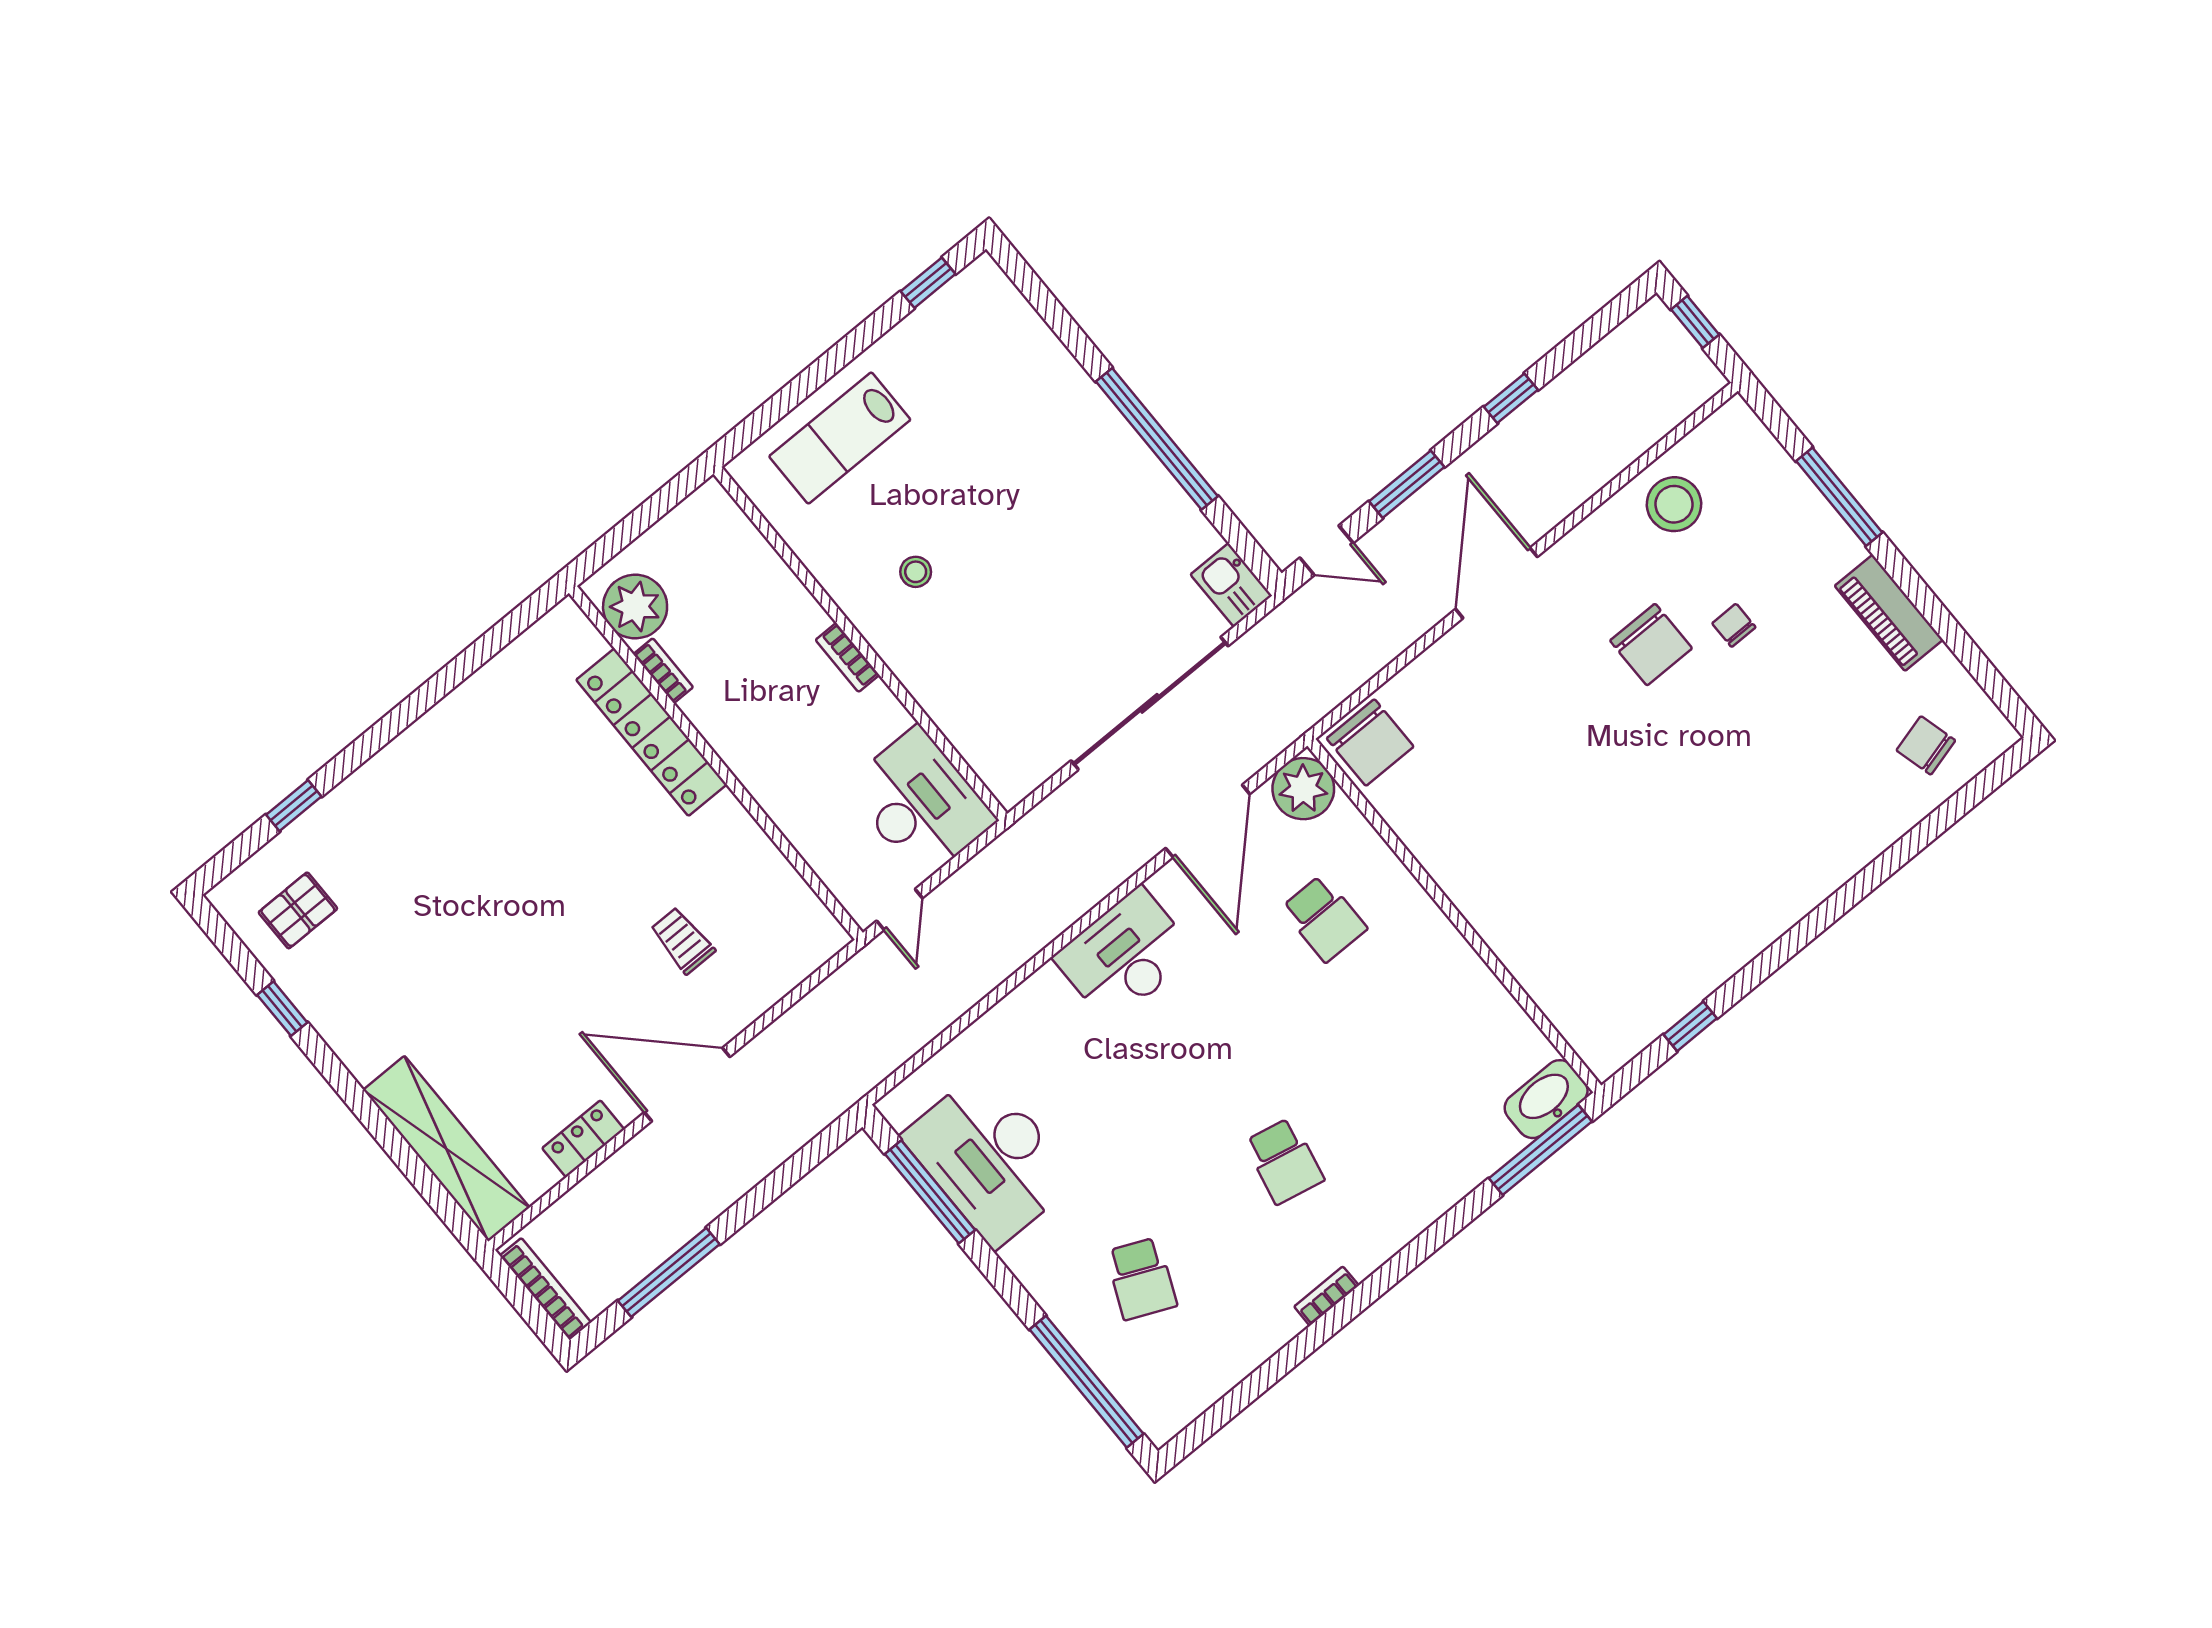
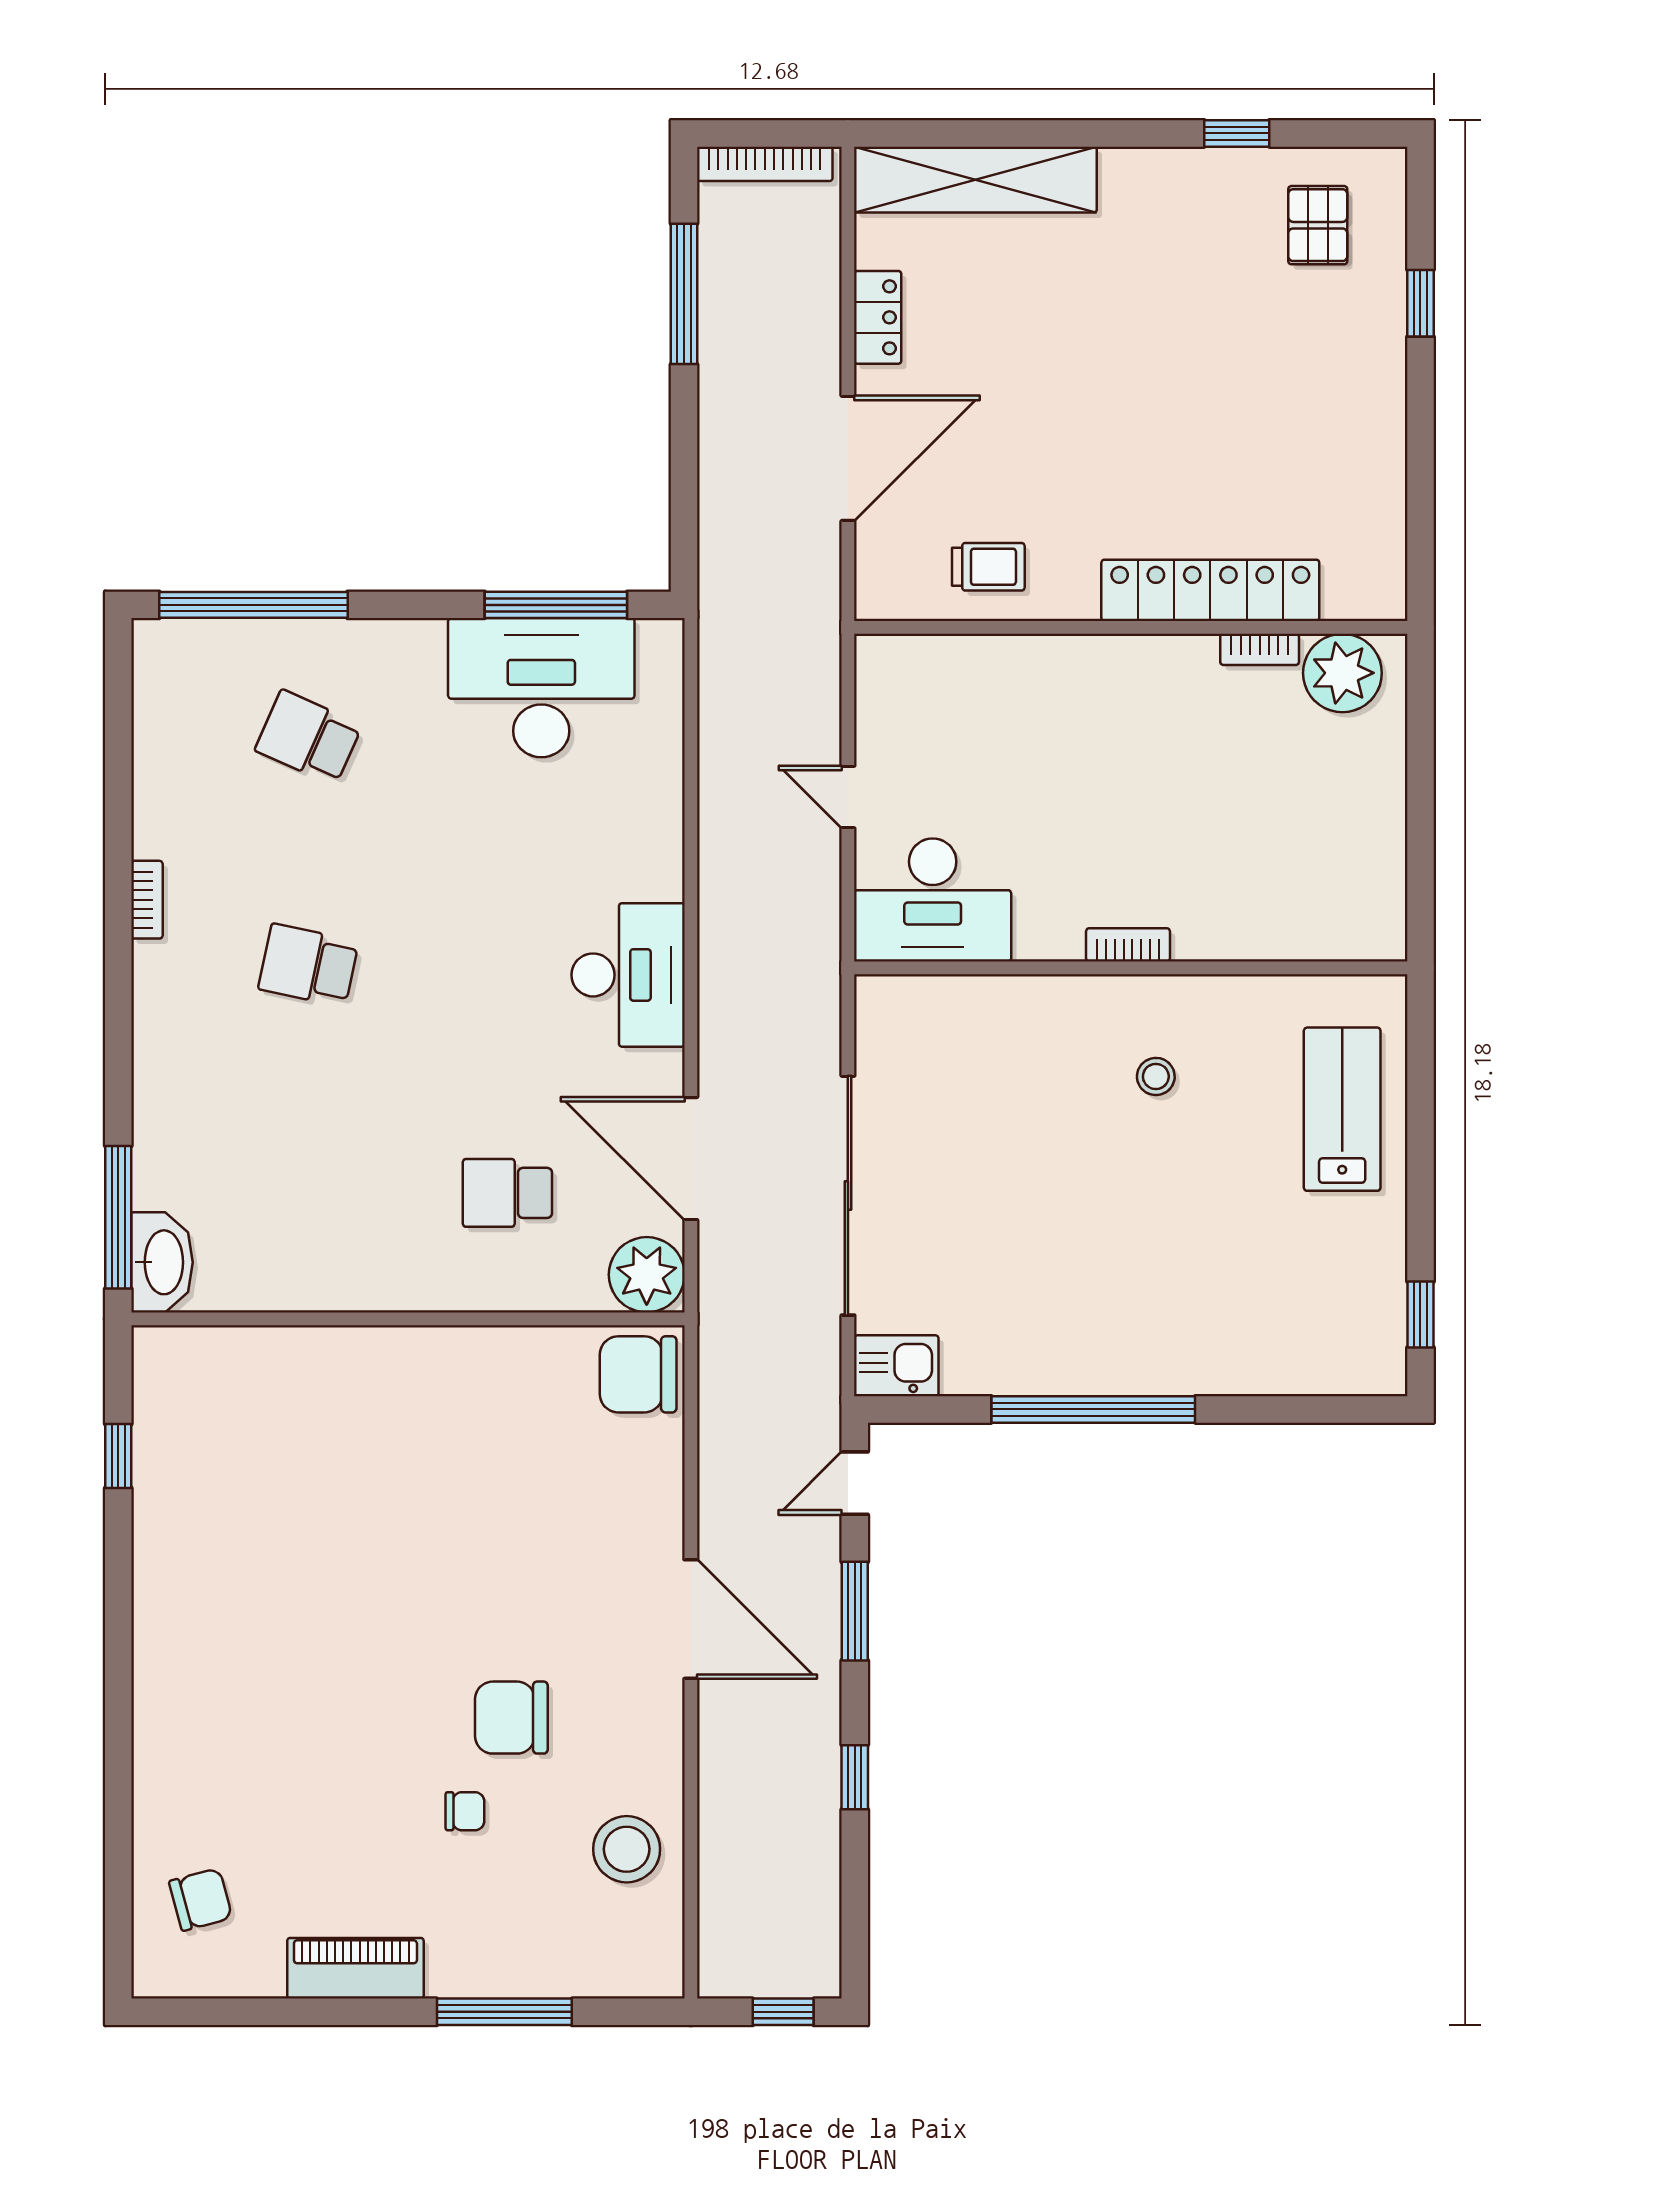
plant: (635, 607) -> (1342, 673), moved
bookcase: (663, 671) -> (1260, 649), moved
locker: (652, 732) -> (1210, 590), moved
wall: (716, 763) -> (1131, 627), moved

